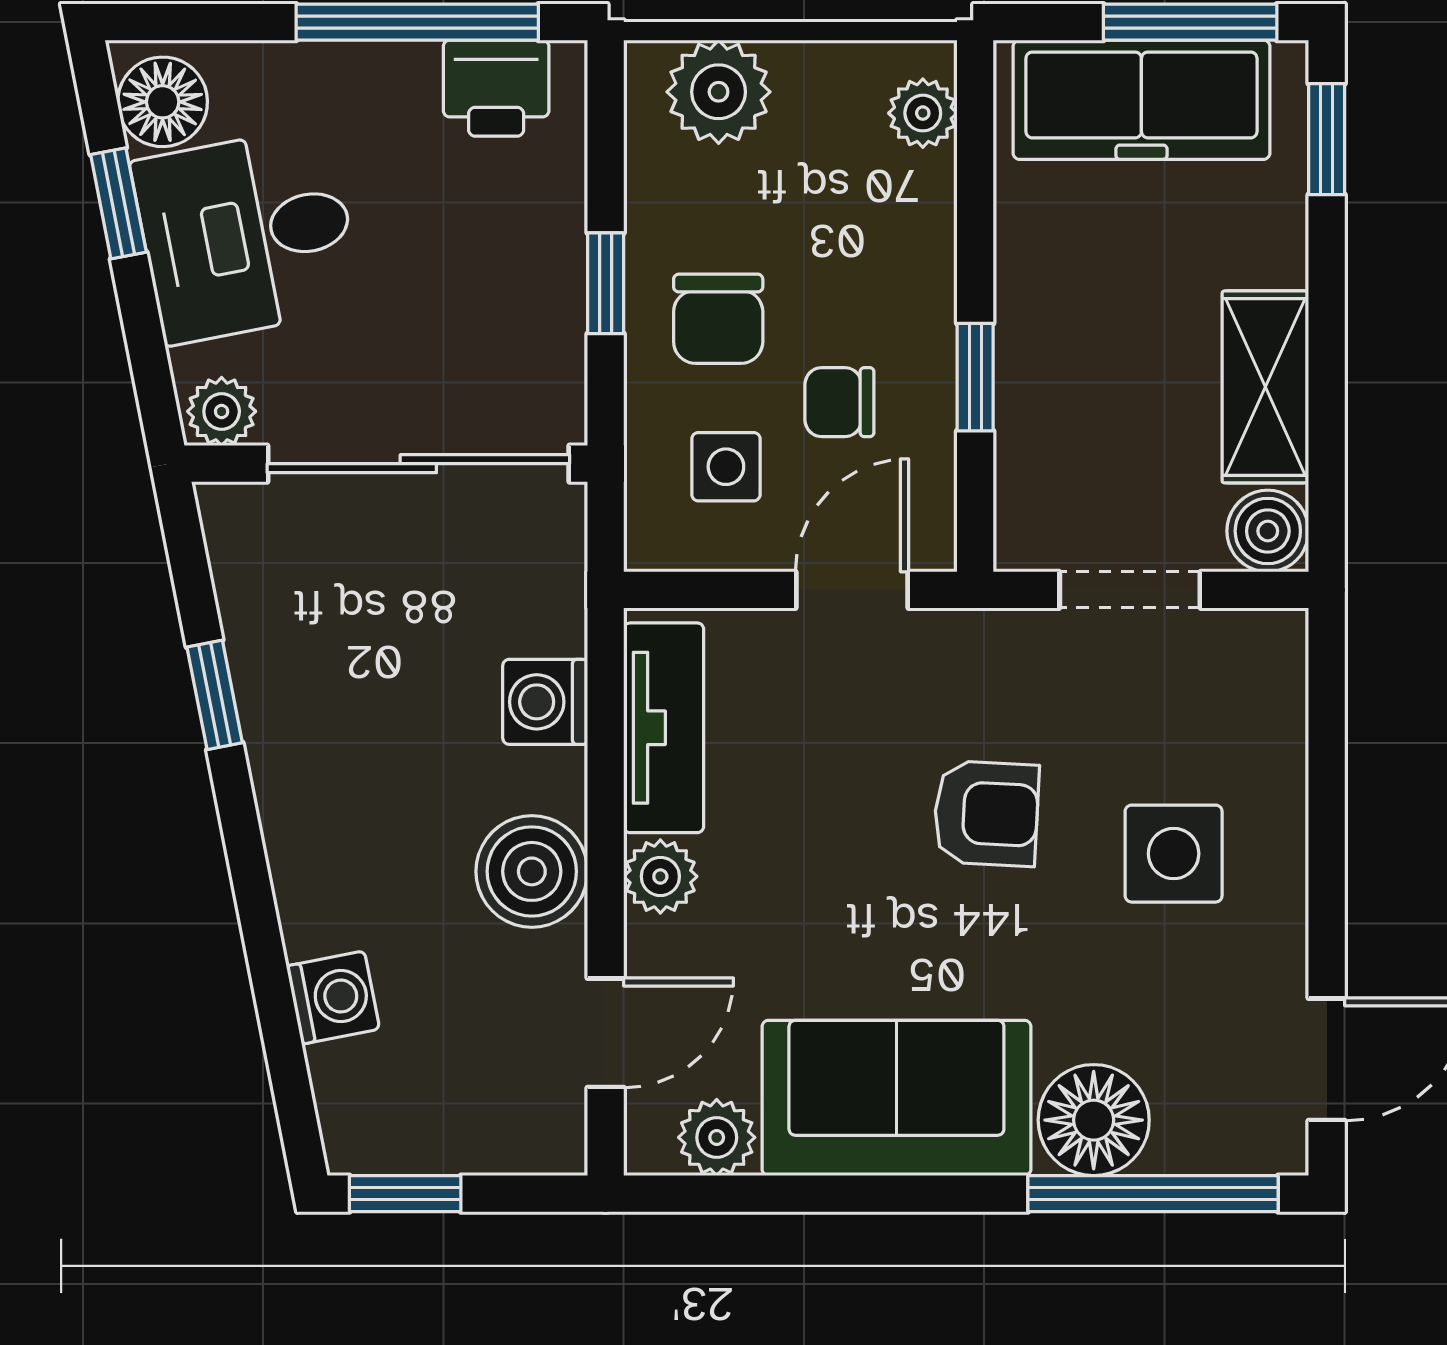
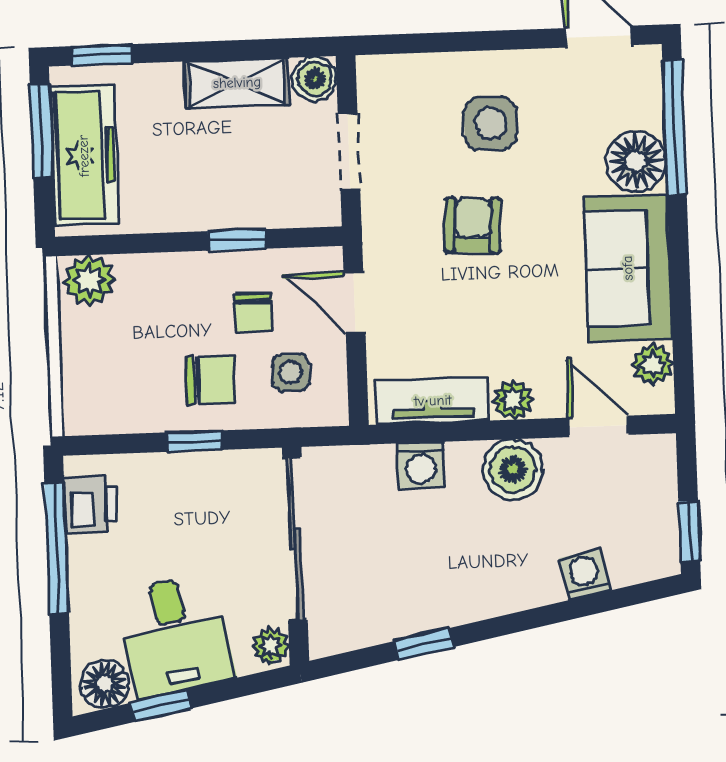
plant: (719, 92) -> (88, 384), removed
plant: (923, 113) -> (89, 281), width x1.38, depth x1.38

